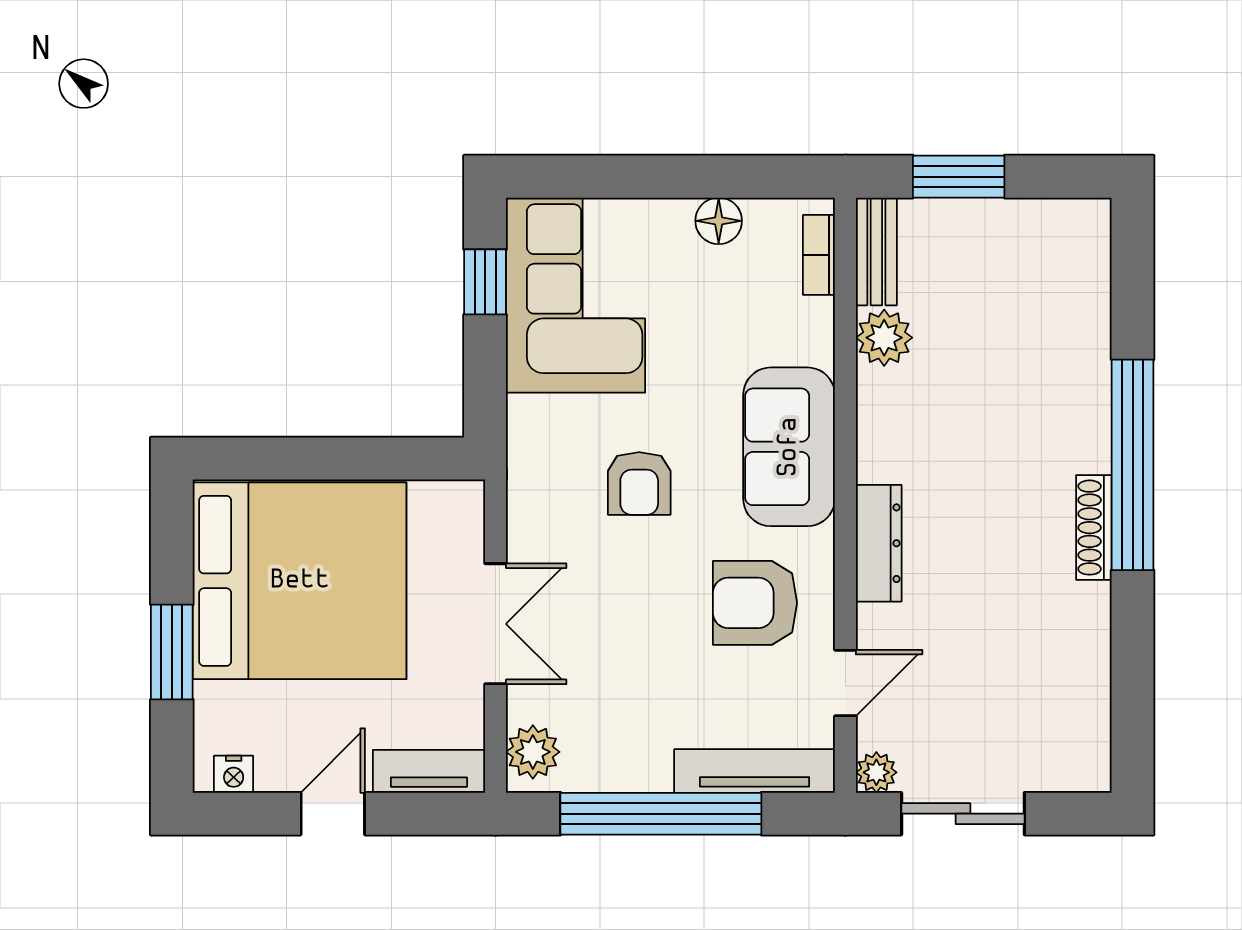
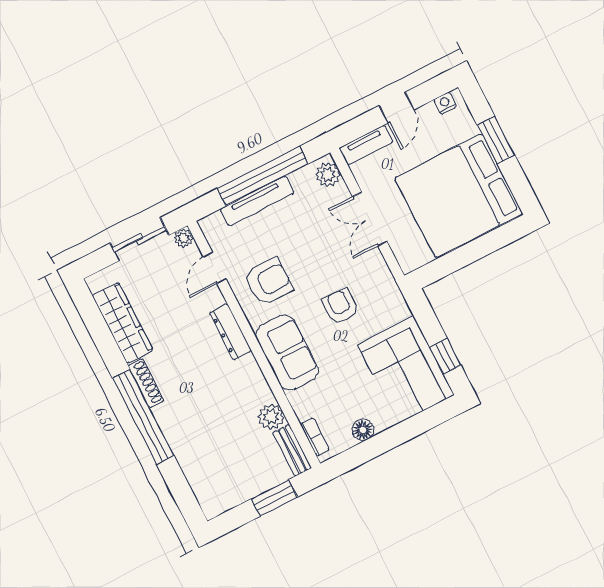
wardrobe: (1079, 668) -> (123, 323), added
tv unit: (755, 771) -> (257, 201), moved

